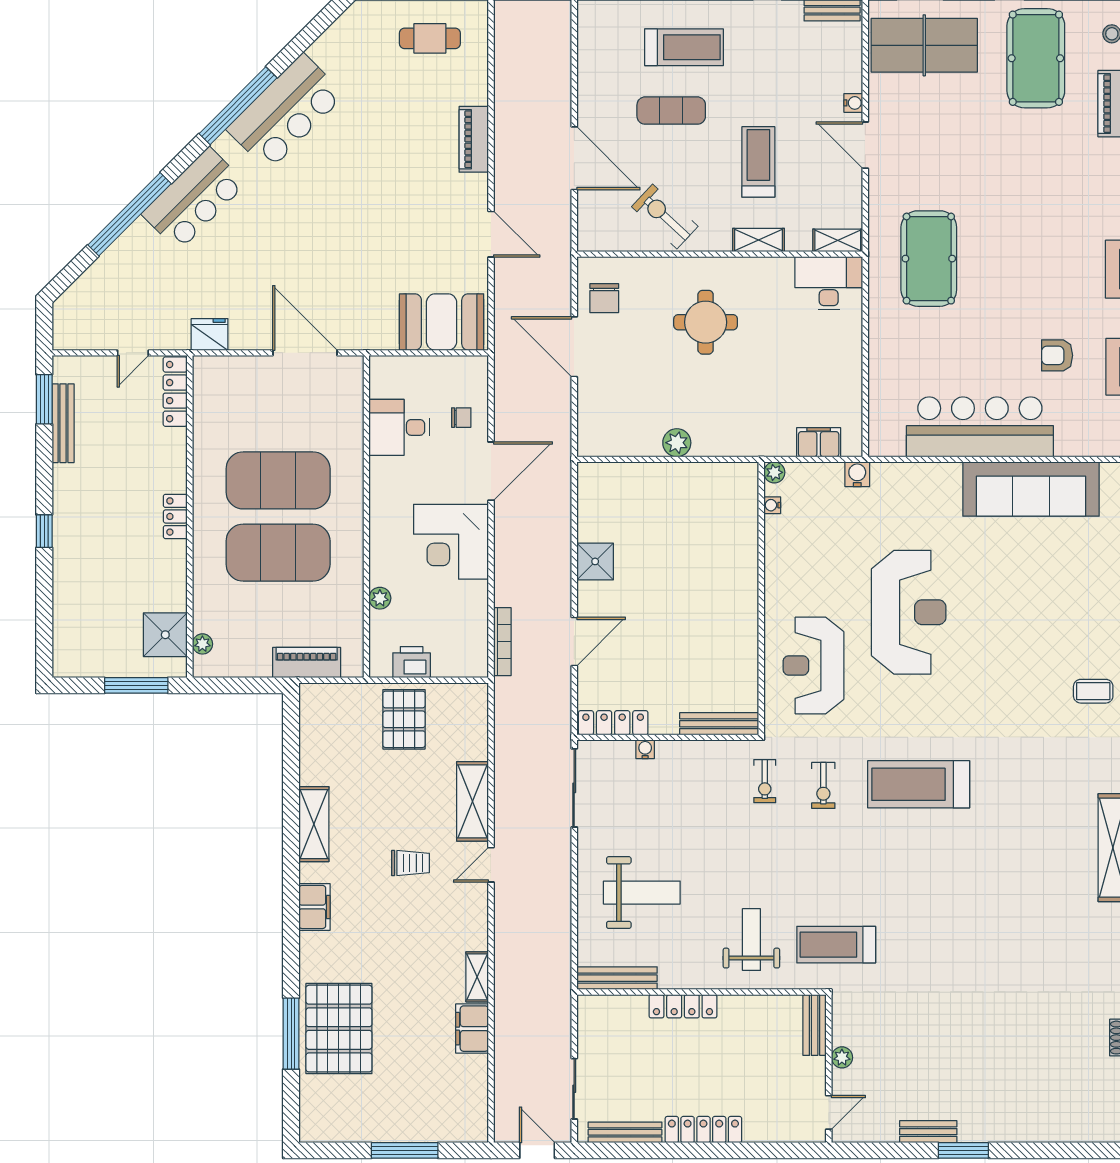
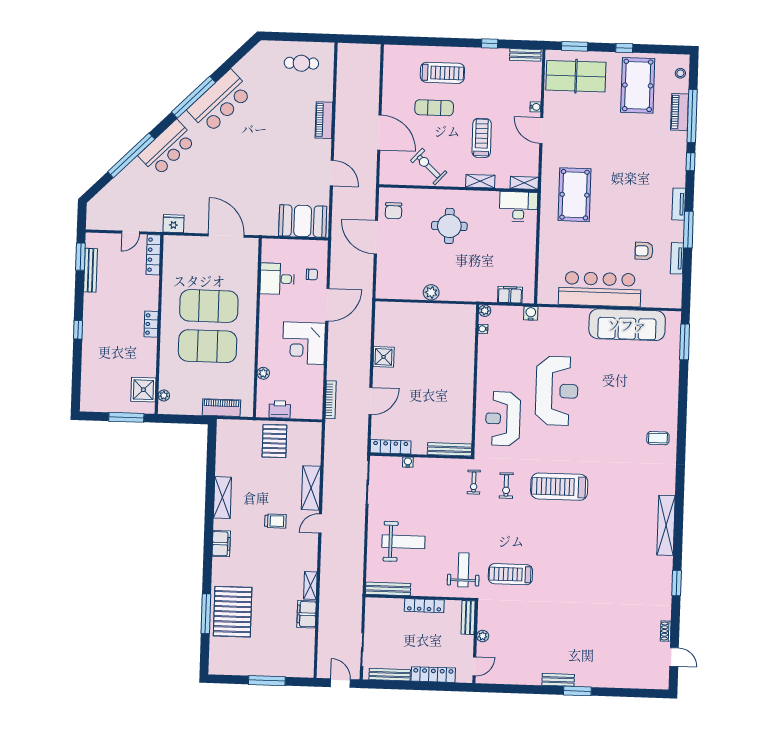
bench: (815, 1025) -> (468, 618), moved
plant: (842, 1057) -> (483, 636), moved
wall: (829, 1069) -> (475, 642), moved
door: (829, 1112) -> (474, 666), moved

